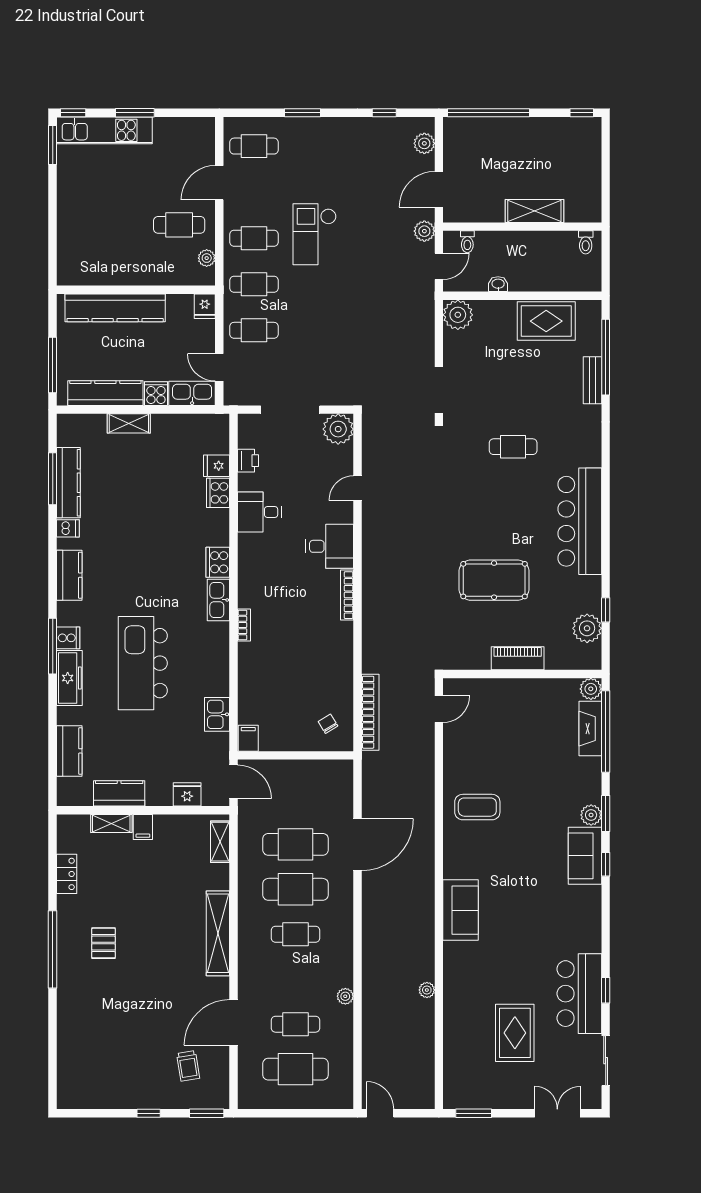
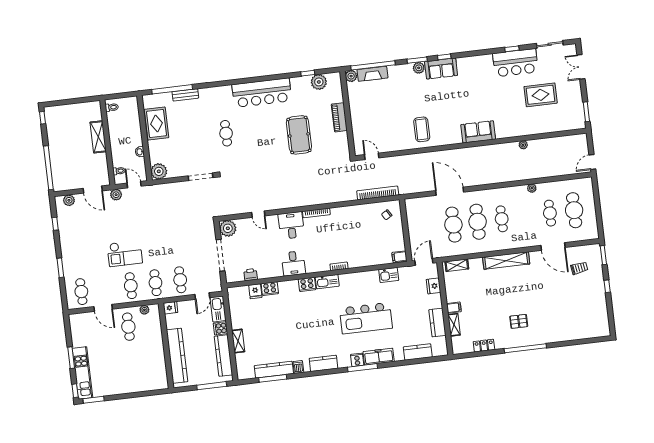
desk: (259, 512) -> (293, 263), moved

